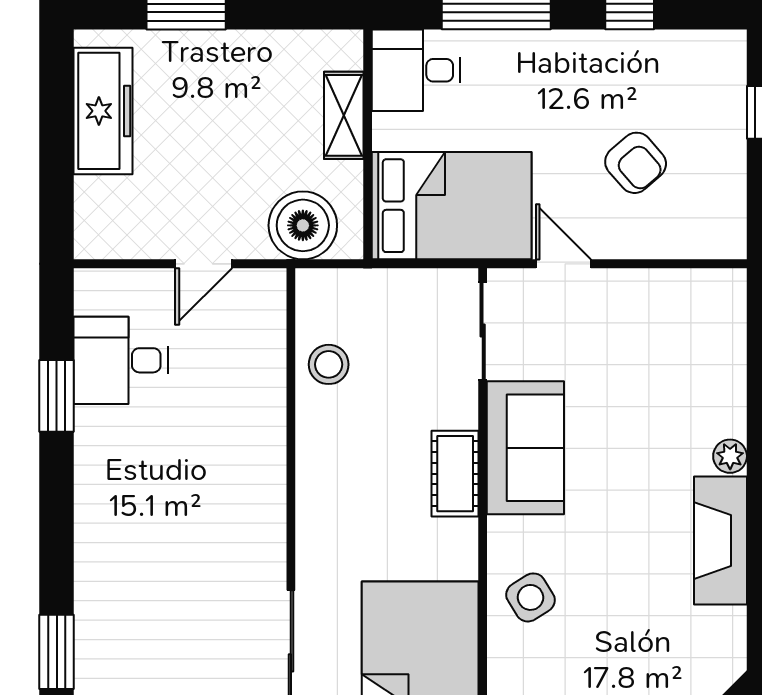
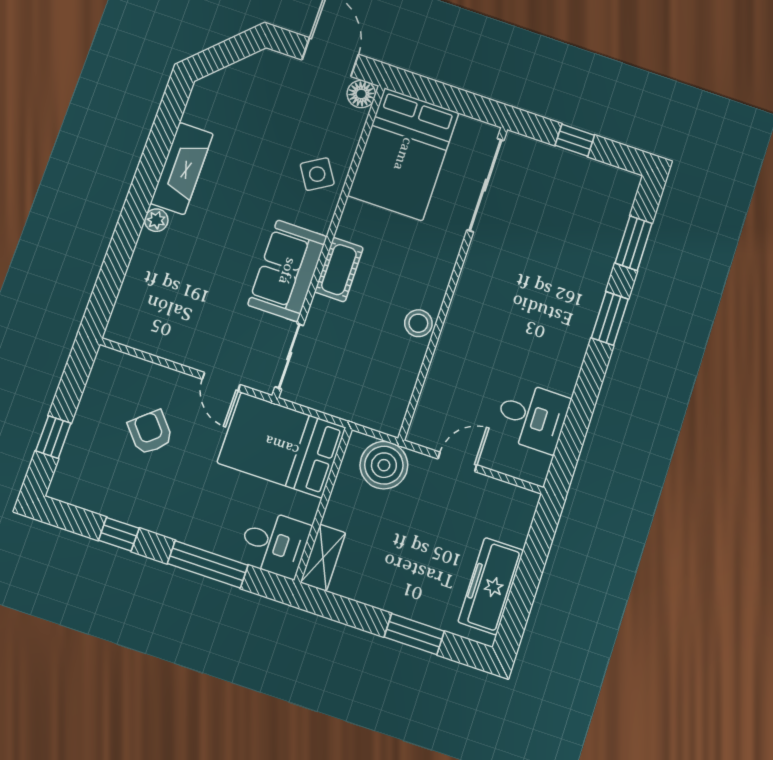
shelving: (344, 115) -> (323, 558), moved
stool: (329, 364) -> (418, 323), moved
window: (57, 396) -> (610, 318), moved

